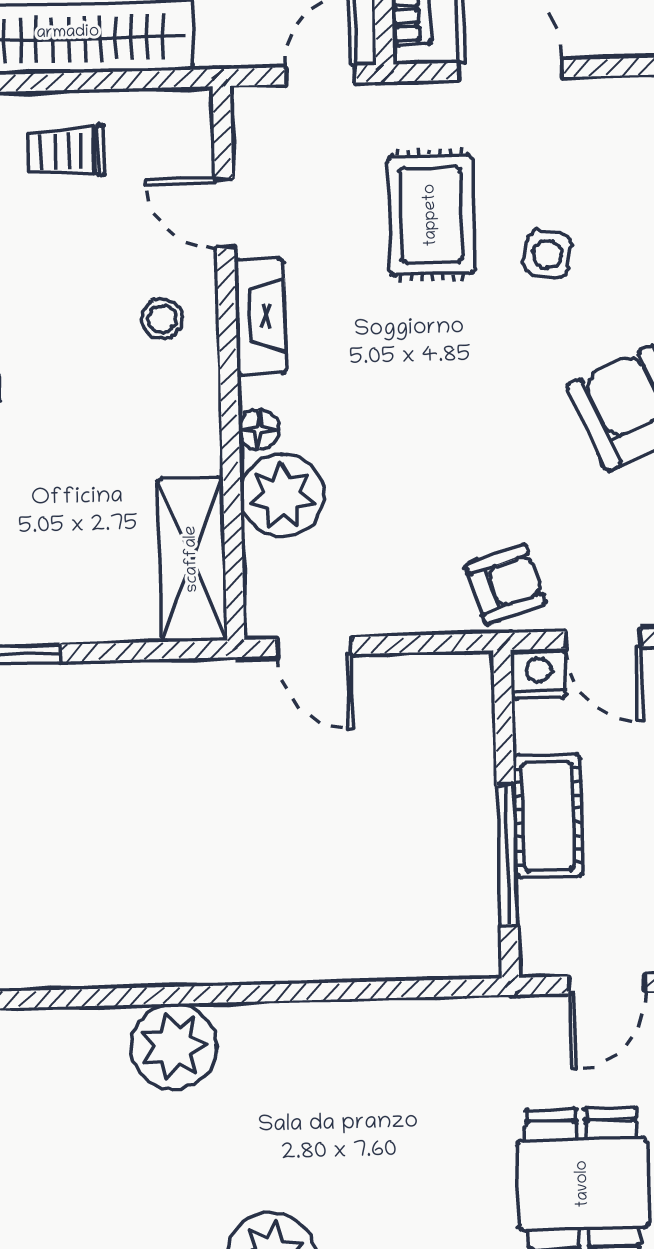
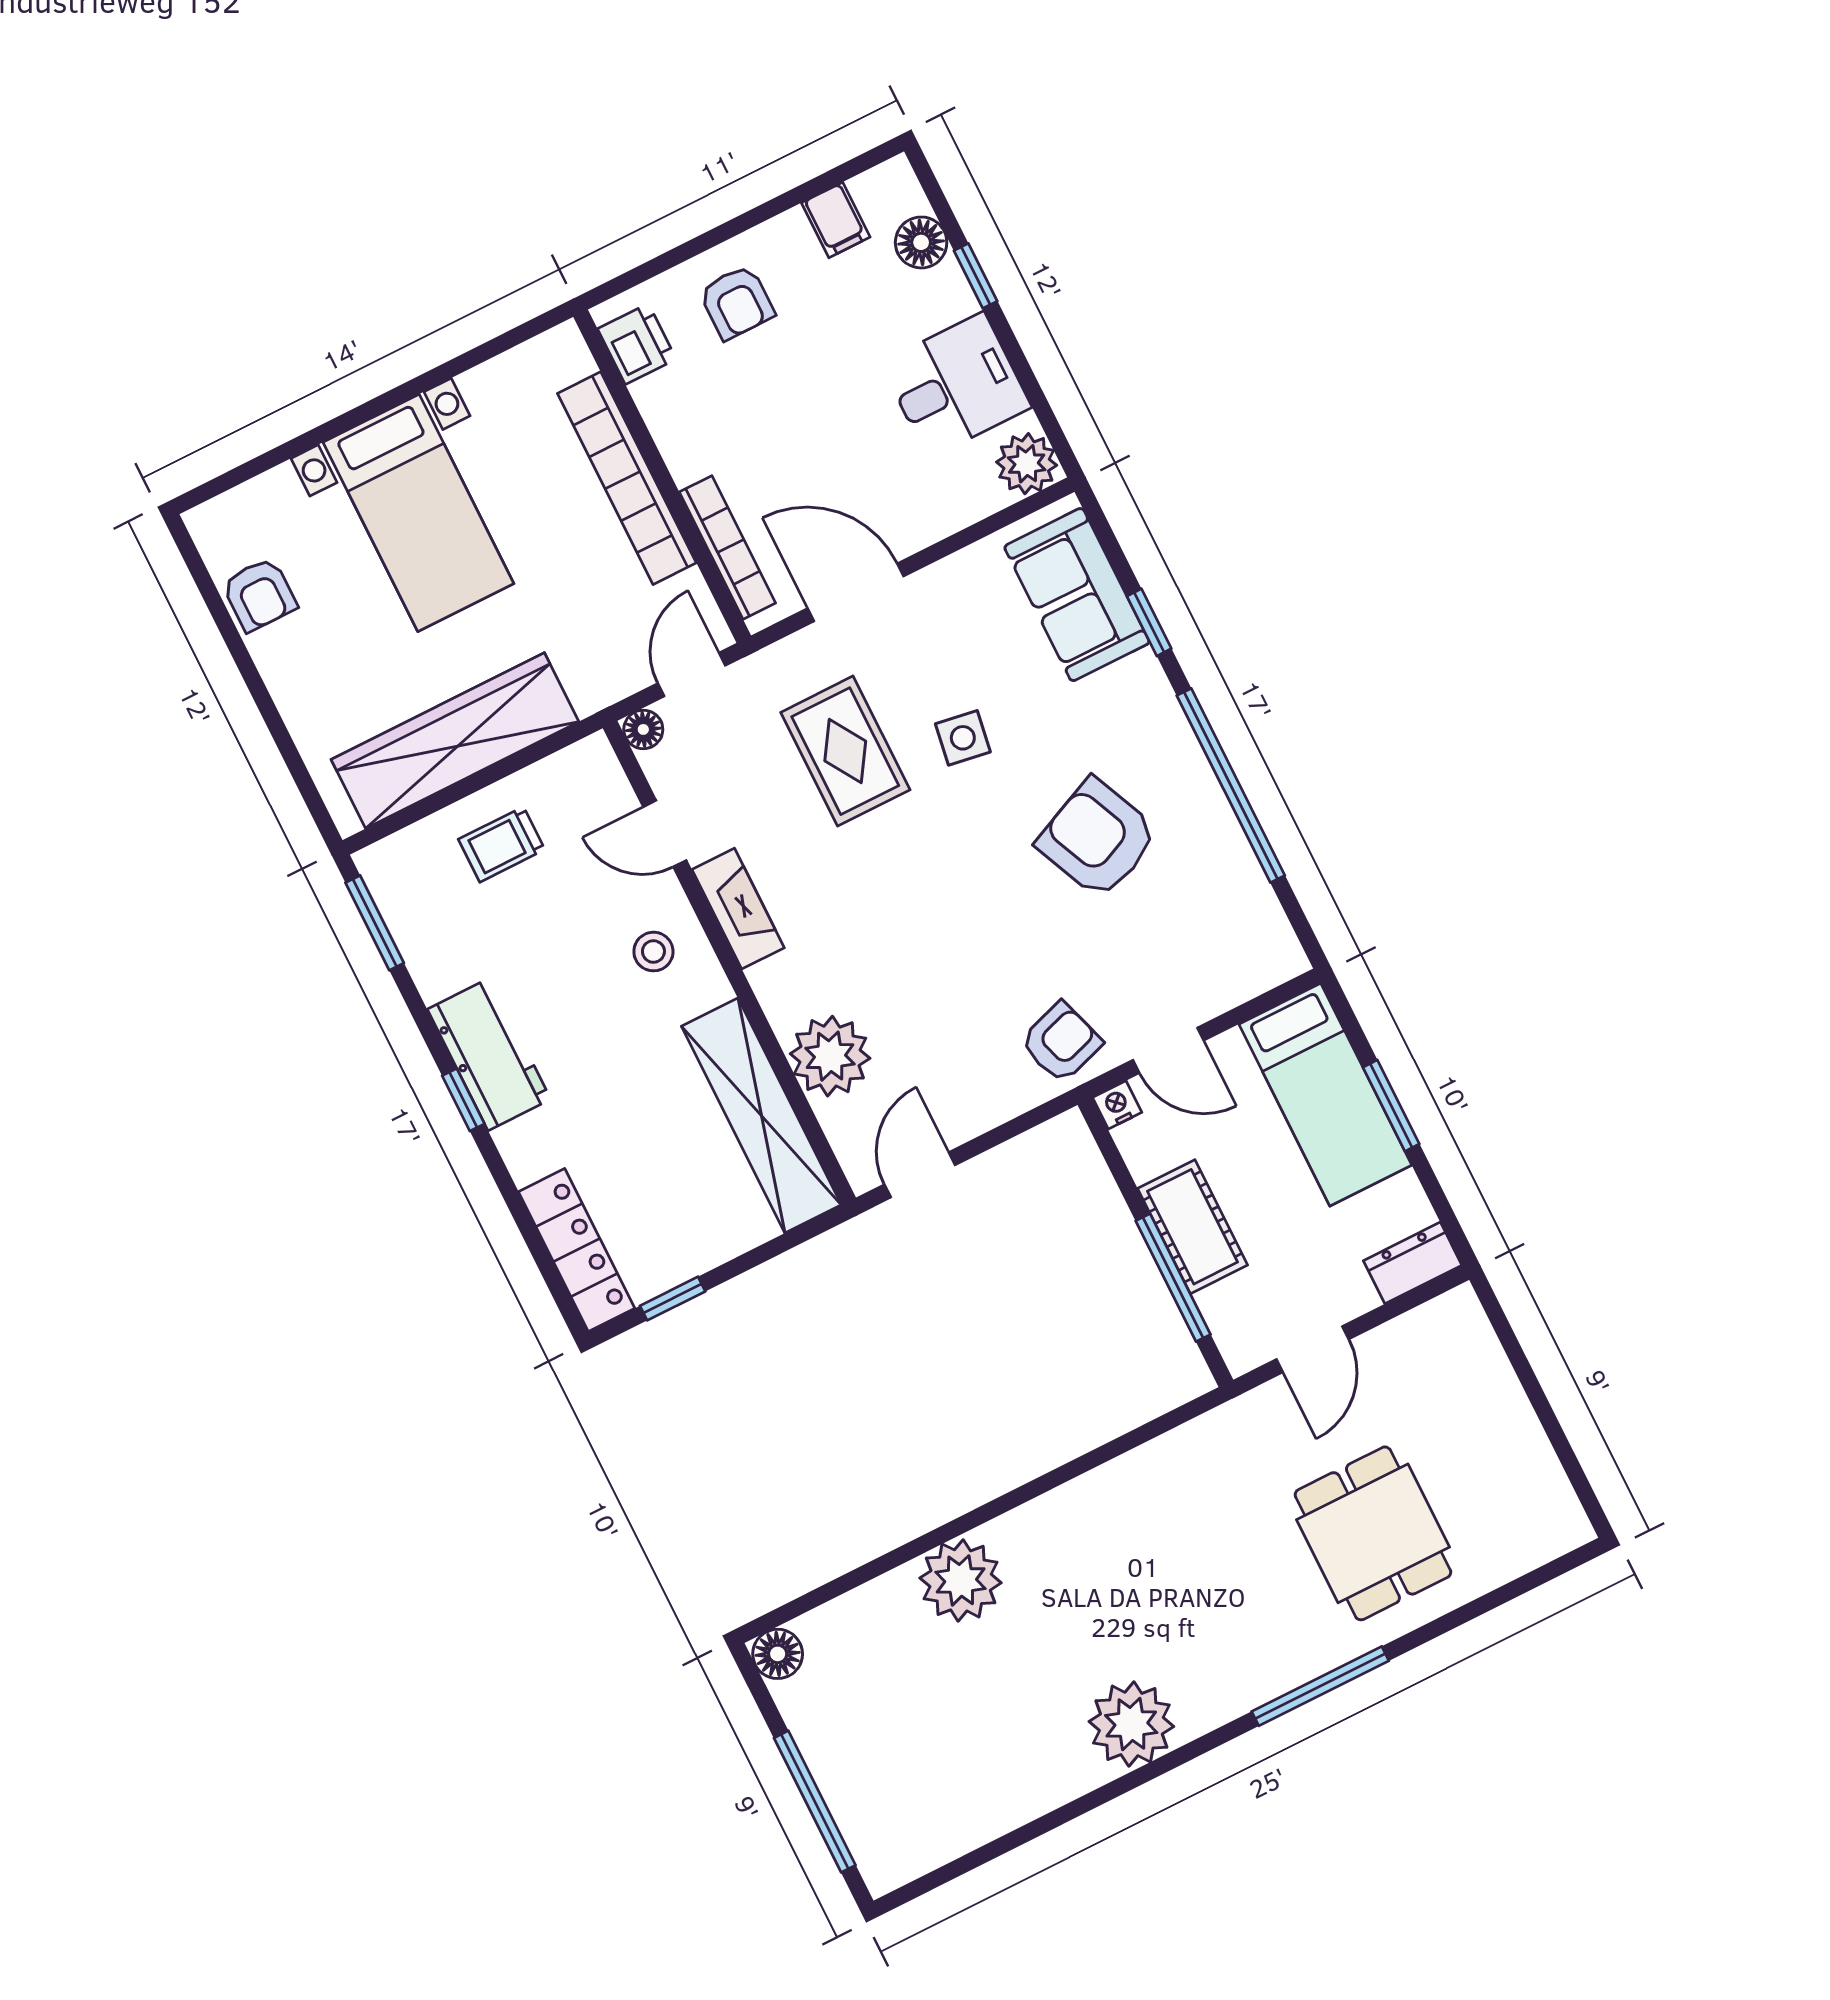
floor lamp: (259, 430) -> (643, 729), moved
shelving: (192, 559) -> (761, 1115), width x1.47
door: (314, 647) -> (920, 1175), swing flipped
nightstand: (539, 674) -> (1117, 1105), width x0.72, depth x0.74

